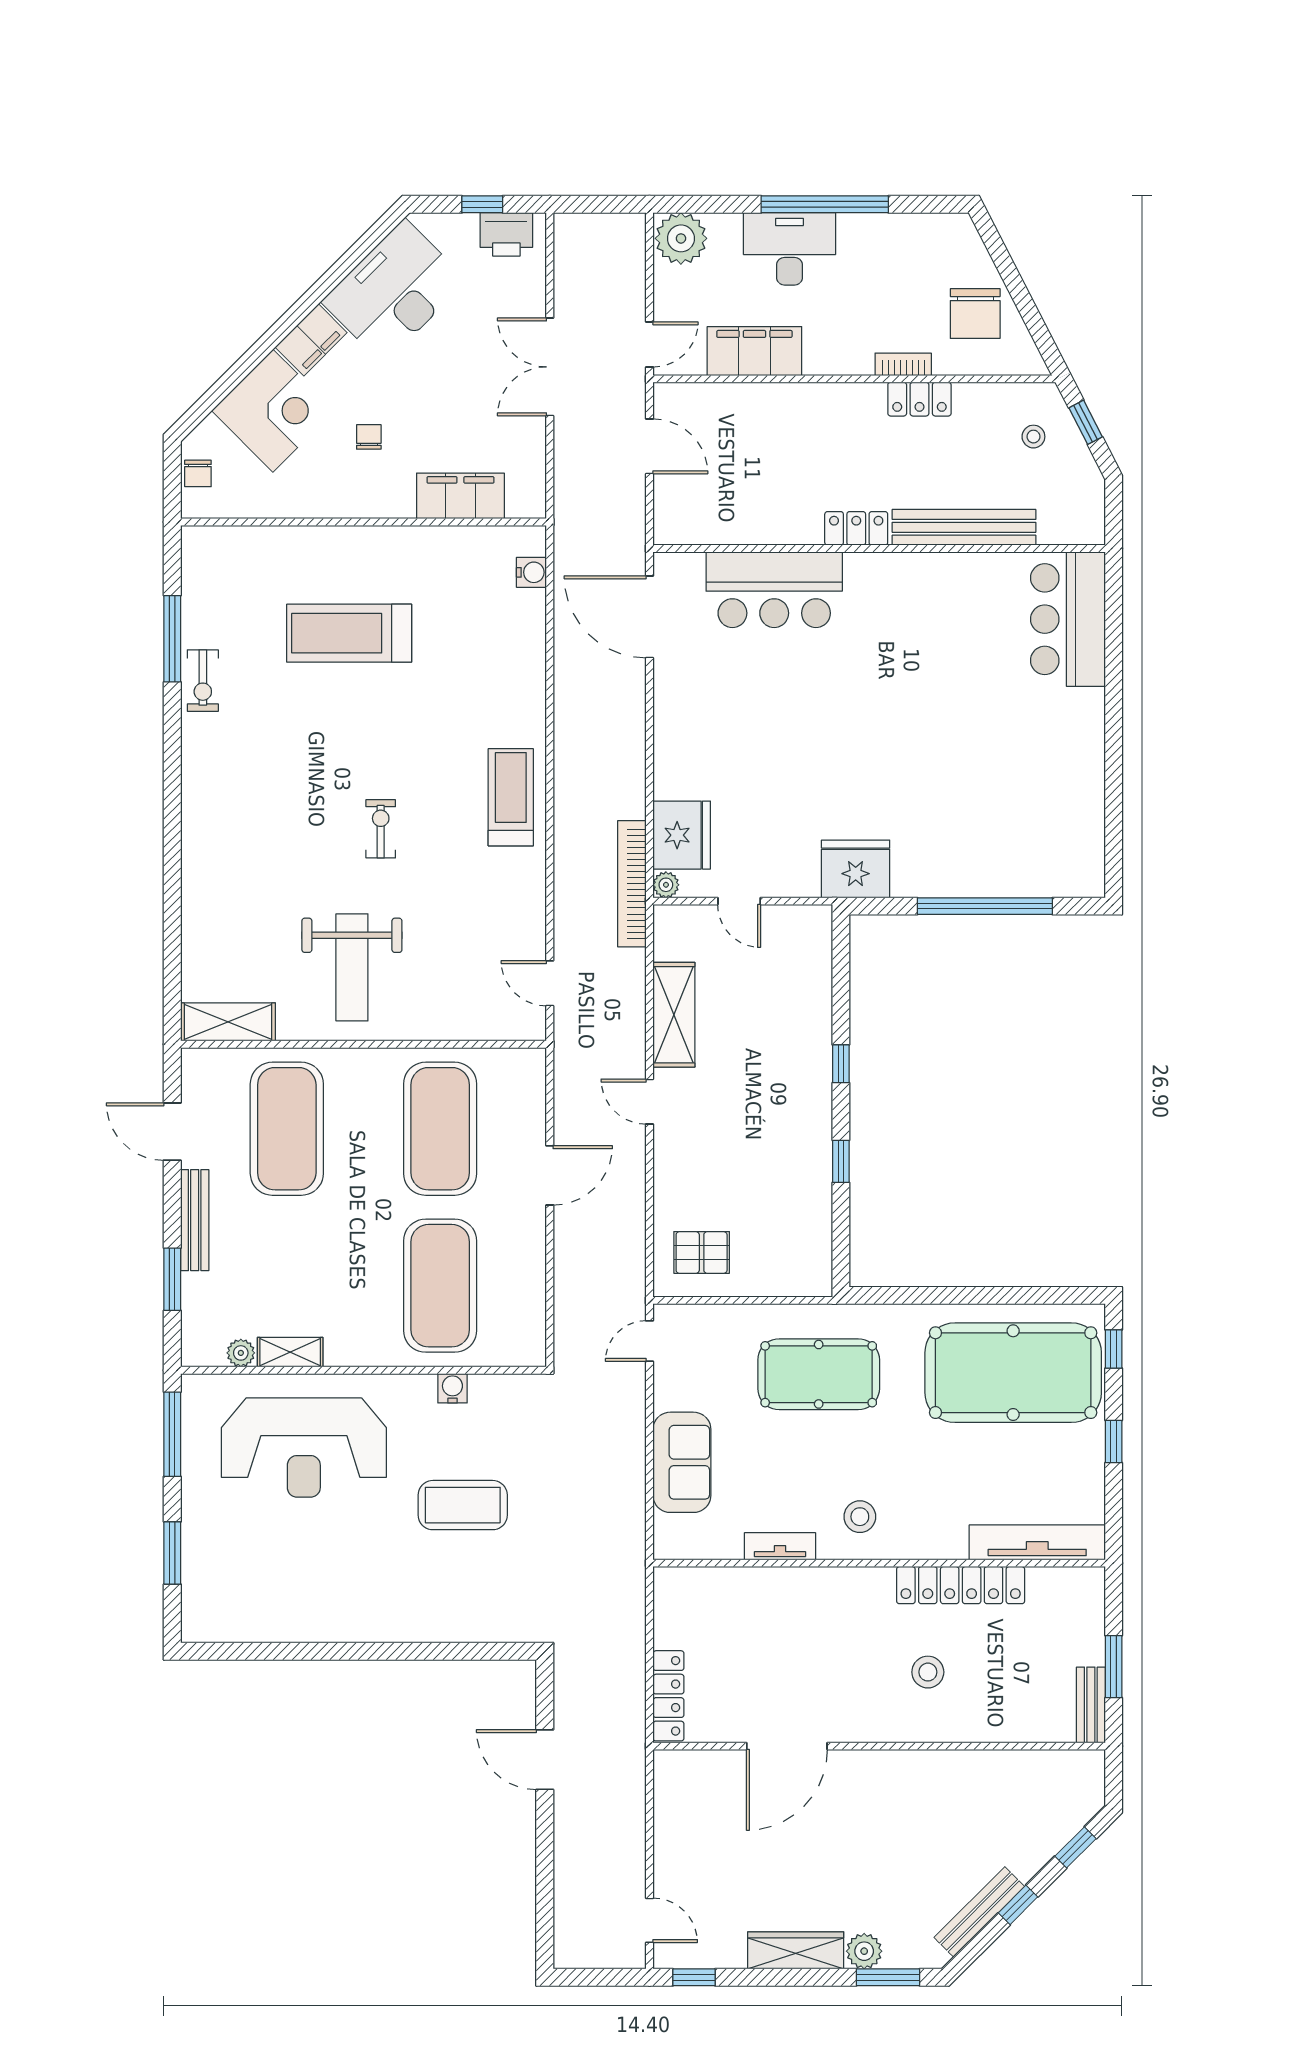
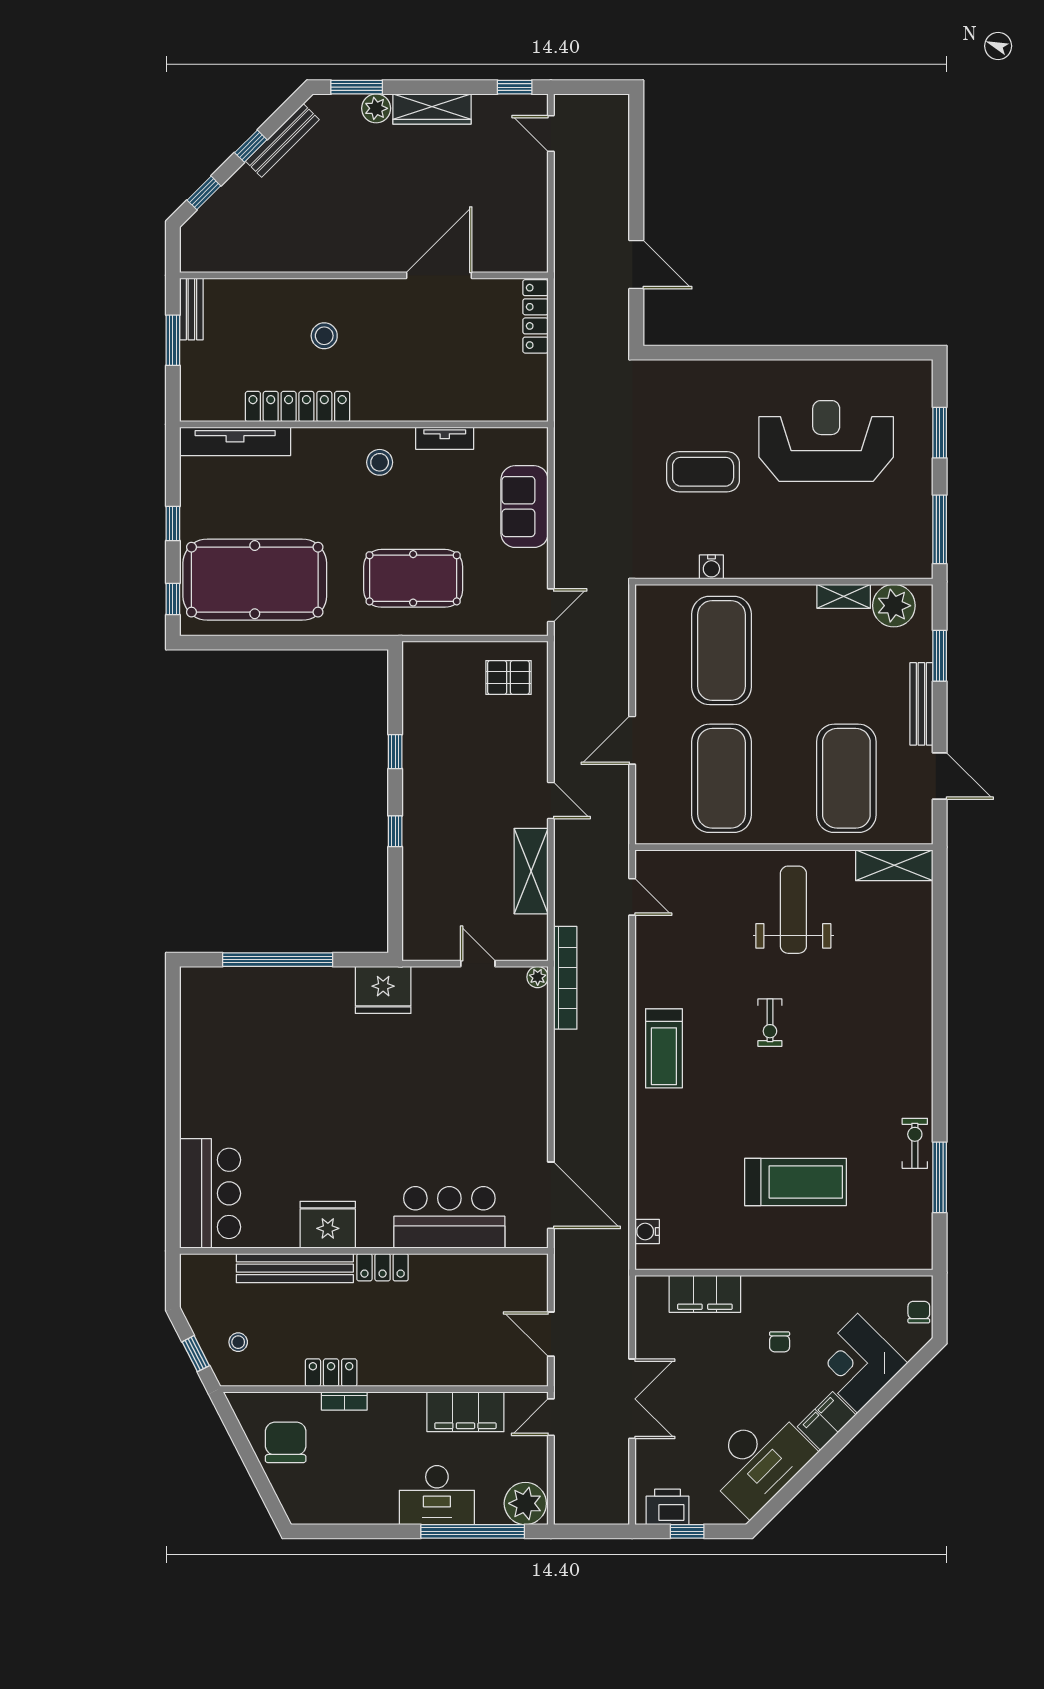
window: (825, 204) -> (473, 1531), moved
fridge: (682, 835) -> (328, 1225), moved, turned 90
plant: (241, 1353) -> (894, 606), width x1.87, depth x1.87
reception desk: (304, 1448) -> (826, 441), moved

